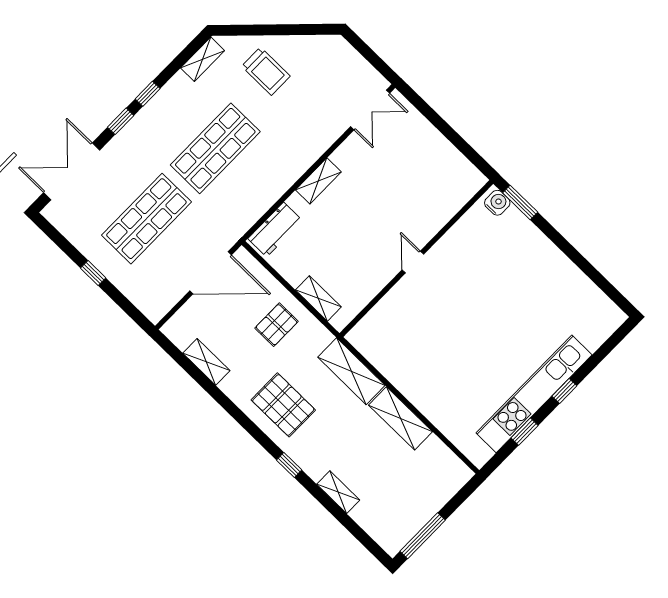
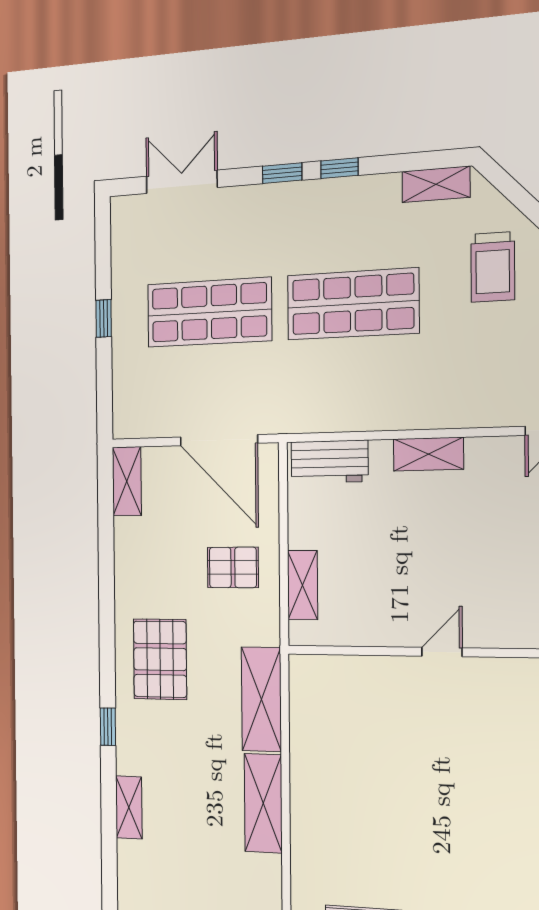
double door: (72, 171) -> (182, 182), width x0.73
shelving: (206, 362) -> (127, 481), moved

